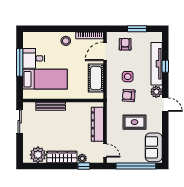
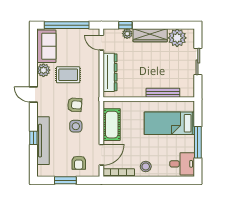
desk: (34, 58) -> (182, 164), moved
plant: (156, 92) -> (43, 70), moved
sliding door: (20, 122) -> (198, 61), moved

